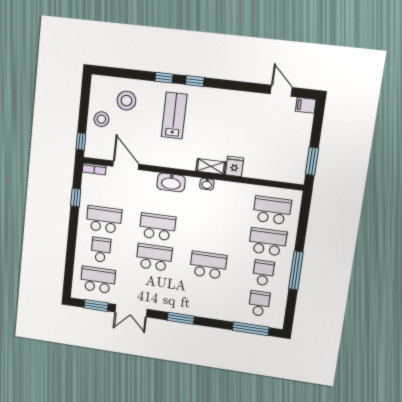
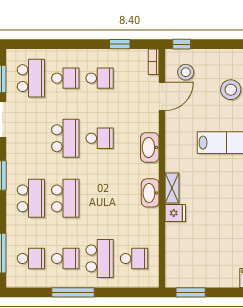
stool: (101, 119) -> (186, 72), moved
washbasin: (207, 184) -> (150, 193), width x1.91, depth x1.45
school desk: (272, 210) -> (134, 258), width x0.54
school desk: (104, 219) -> (100, 78), width x0.54
school desk: (157, 227) -> (100, 138), width x0.54
school desk: (204, 295) -> (31, 198), added

